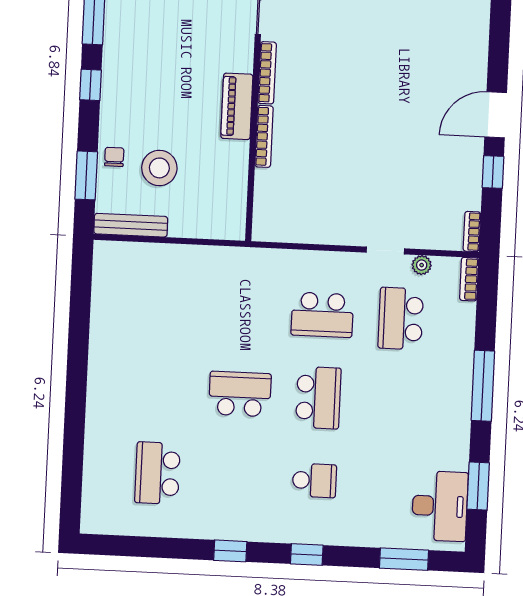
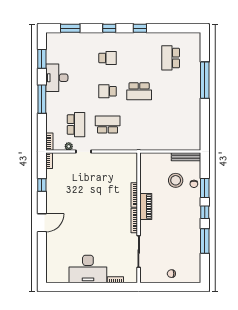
door: (496, 115) -> (42, 223), moved
window: (86, 175) -> (205, 188), moved
school desk: (318, 398) -> (108, 91), width x0.54
window: (75, 414) -> (205, 80), added
school desk: (157, 473) -> (171, 58), turned 180
school desk: (314, 480) -> (108, 58), turned 180
desk: (440, 506) -> (57, 78), moved

